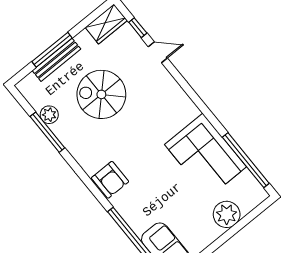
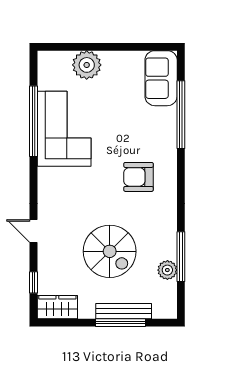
door: (158, 52) -> (33, 231), moved
window: (246, 160) -> (33, 121), moved
armchair: (110, 180) -> (138, 177), moved, turned -90

